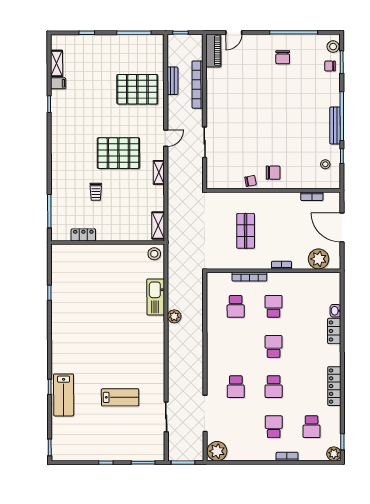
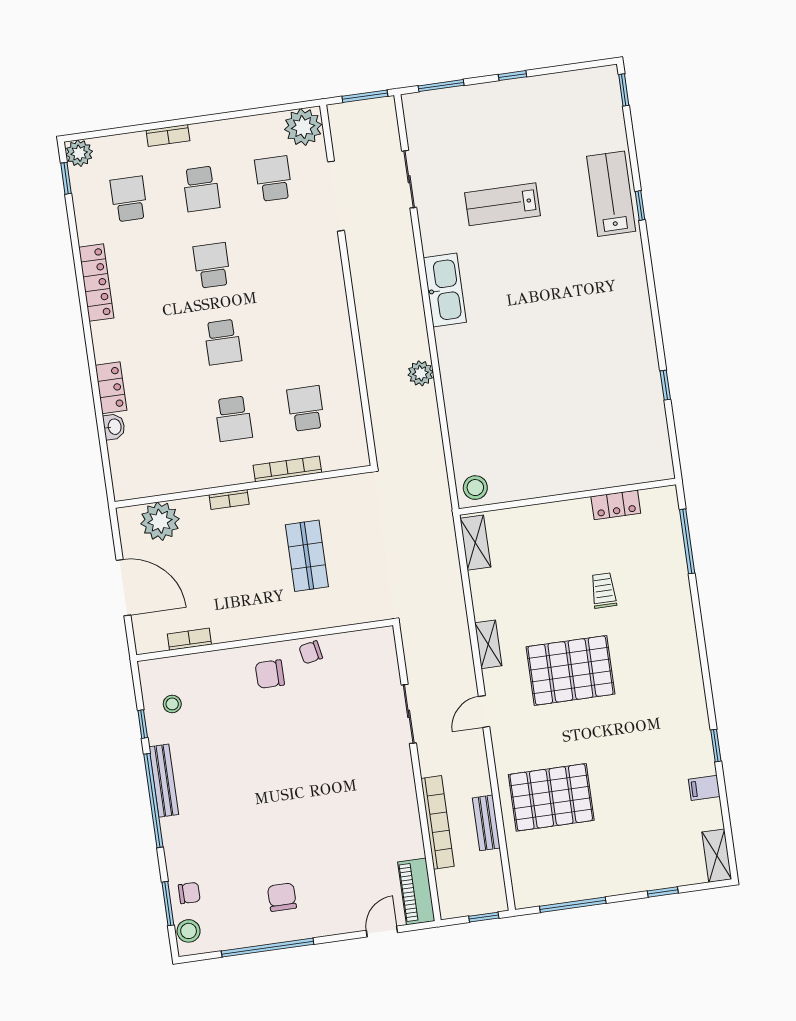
shelving: (57, 63) -> (717, 856), moved
kitchen sink: (156, 297) -> (445, 290), moved
school desk: (236, 387) -> (273, 179), moved

